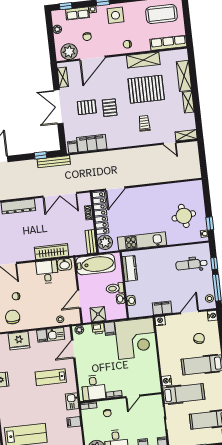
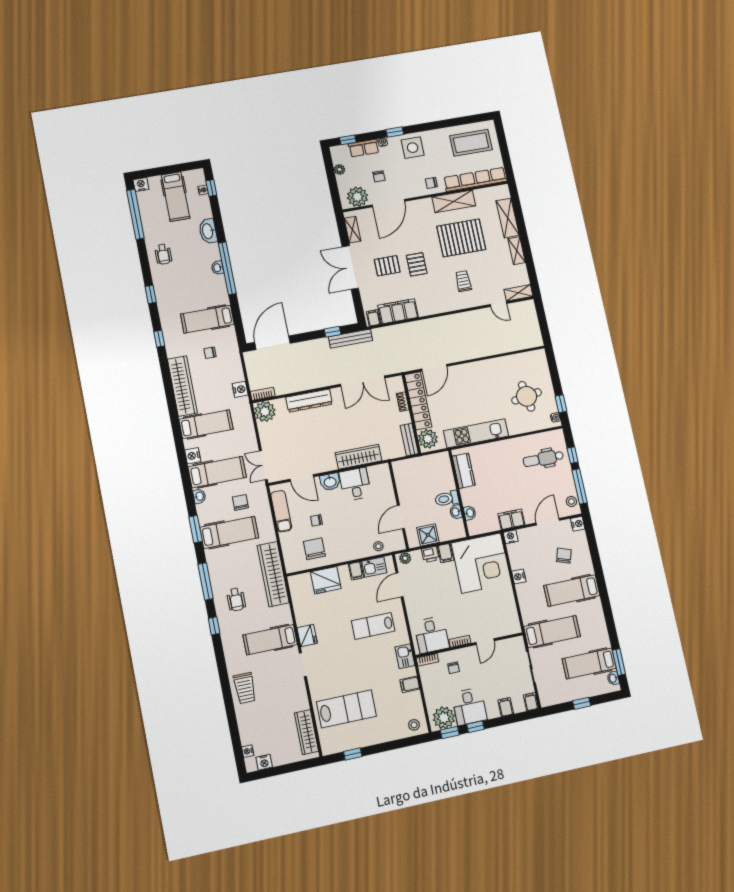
row of seats: (168, 43) -> (475, 179), width x1.36
bathtub: (96, 264) -> (418, 469), removed
washbasin: (65, 265) -> (330, 482), moved
nightstand: (167, 381) -> (519, 576), moved

